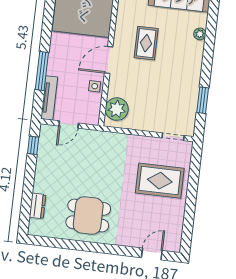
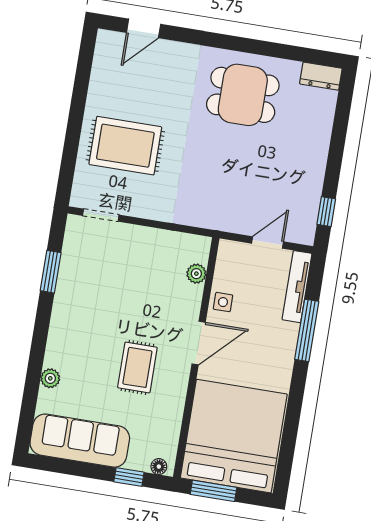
plant: (117, 109) -> (196, 274), width x0.53, depth x0.53
dresser: (38, 206) -> (321, 76), moved, turned -90

